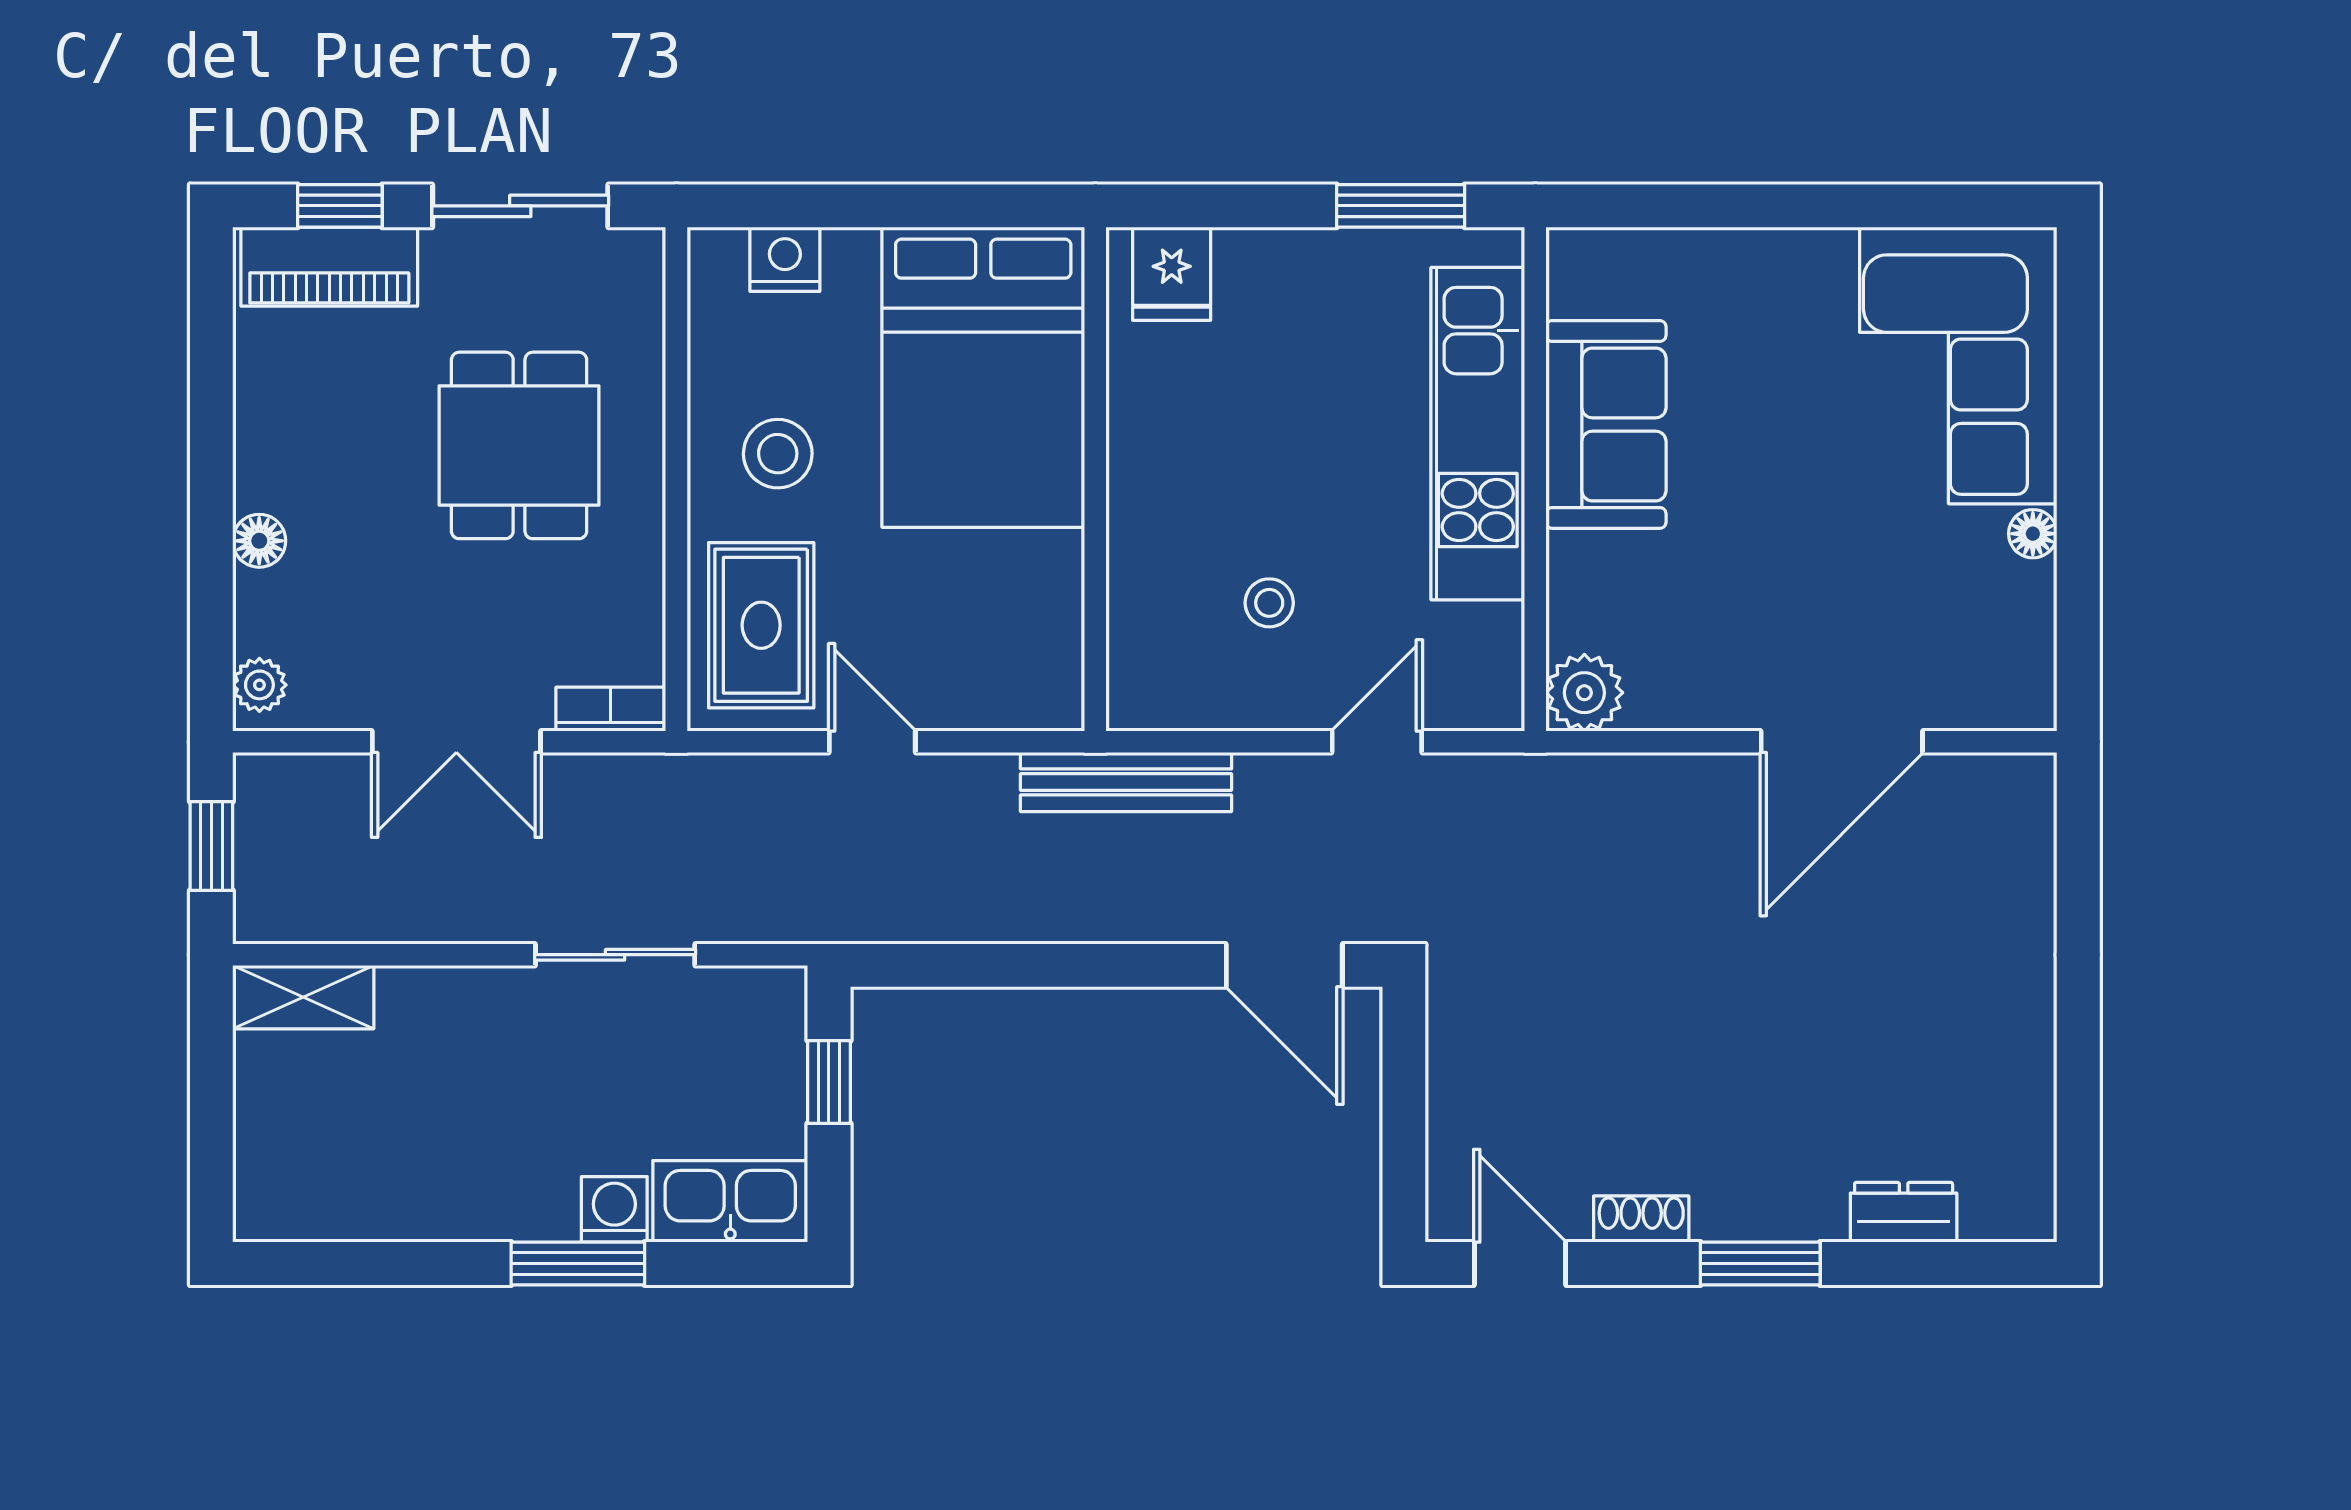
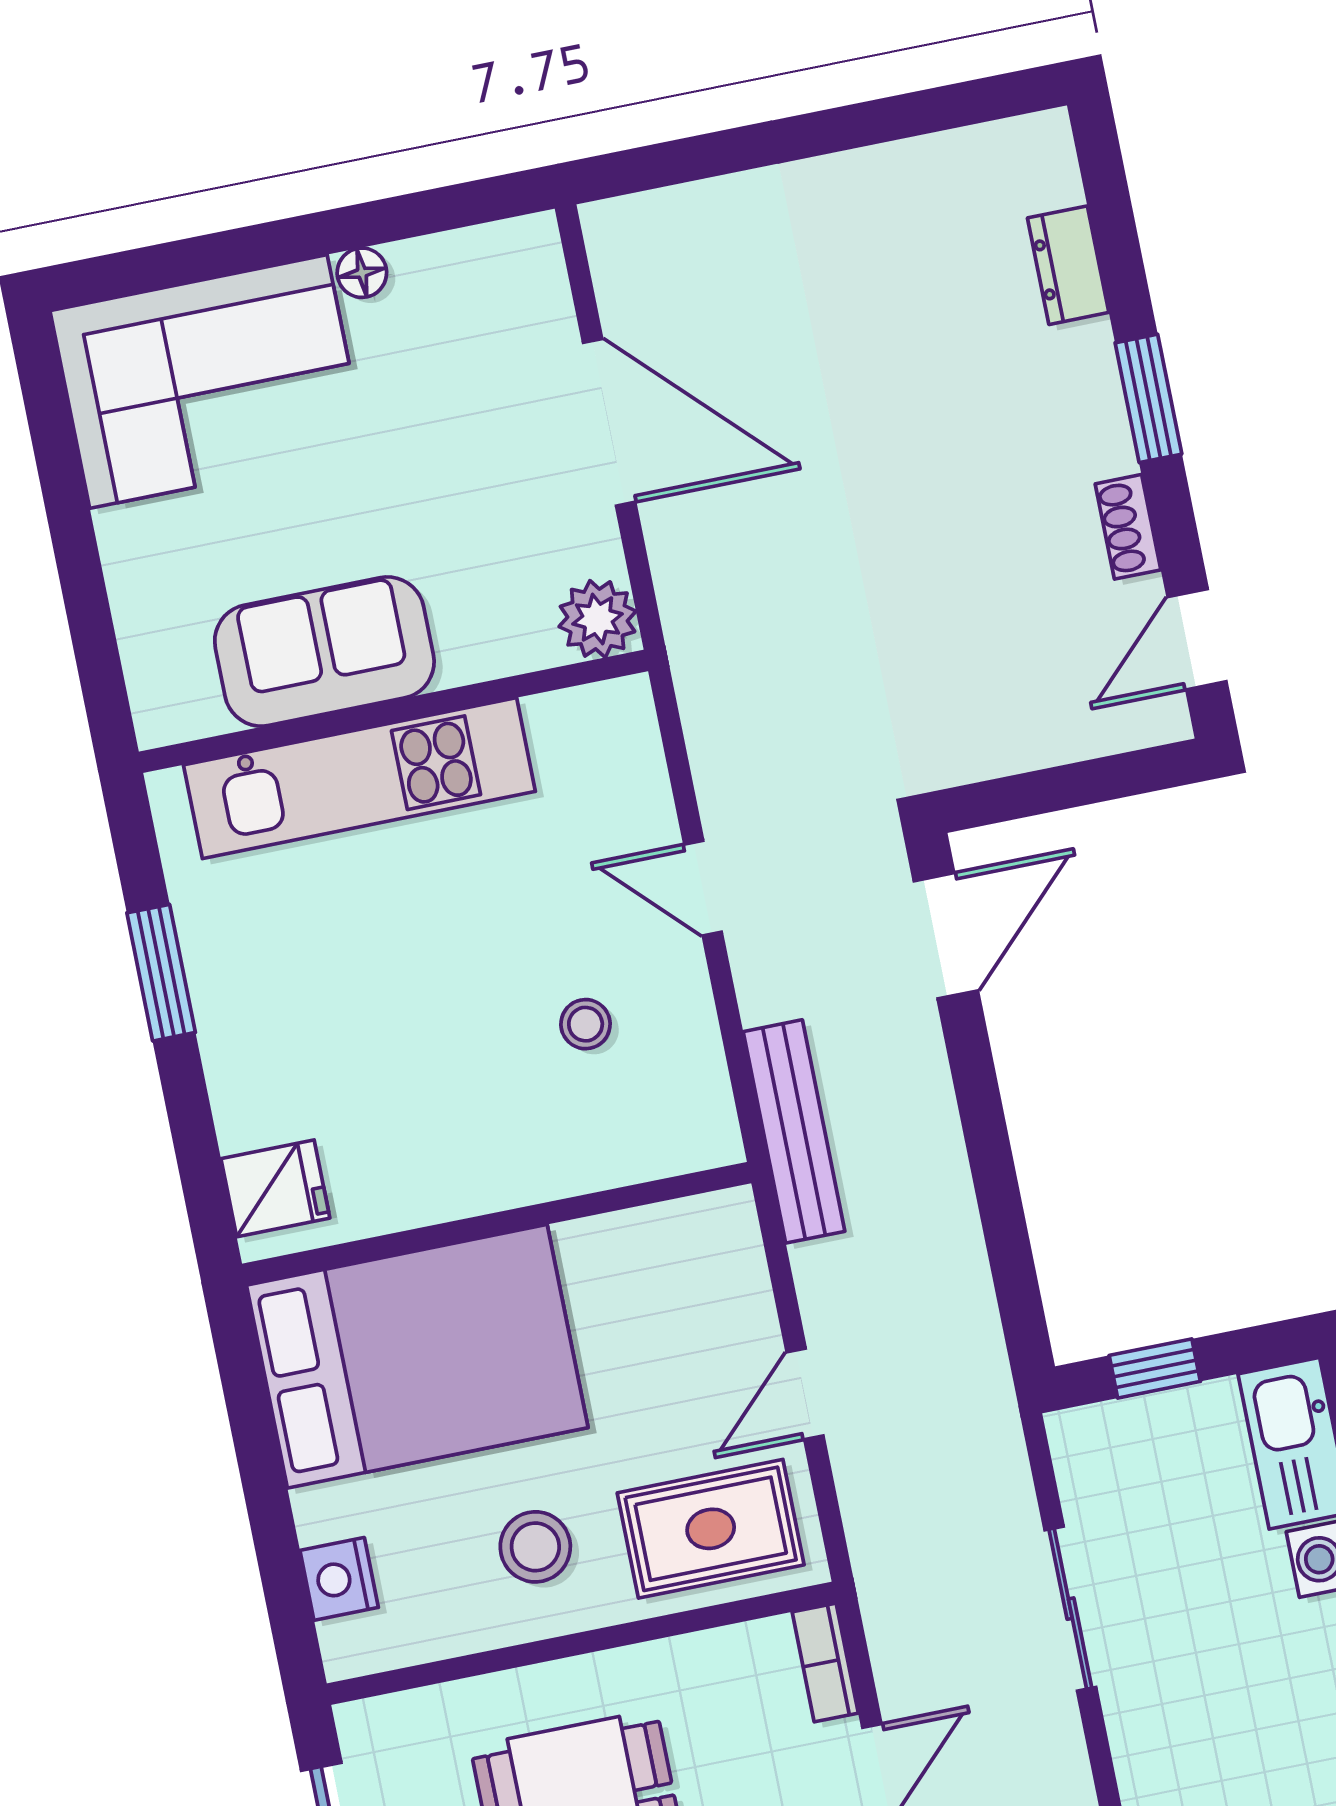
sofa: (1606, 424) -> (324, 652), moved
kitchen unit: (1478, 434) -> (359, 778), moved
wall: (1535, 479) -> (393, 711), moved
plant: (1584, 693) -> (598, 619), moved

